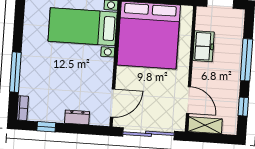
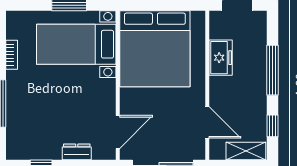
bookcase: (23, 108) -> (12, 55), moved
shelving: (205, 125) -> (246, 151), moved

